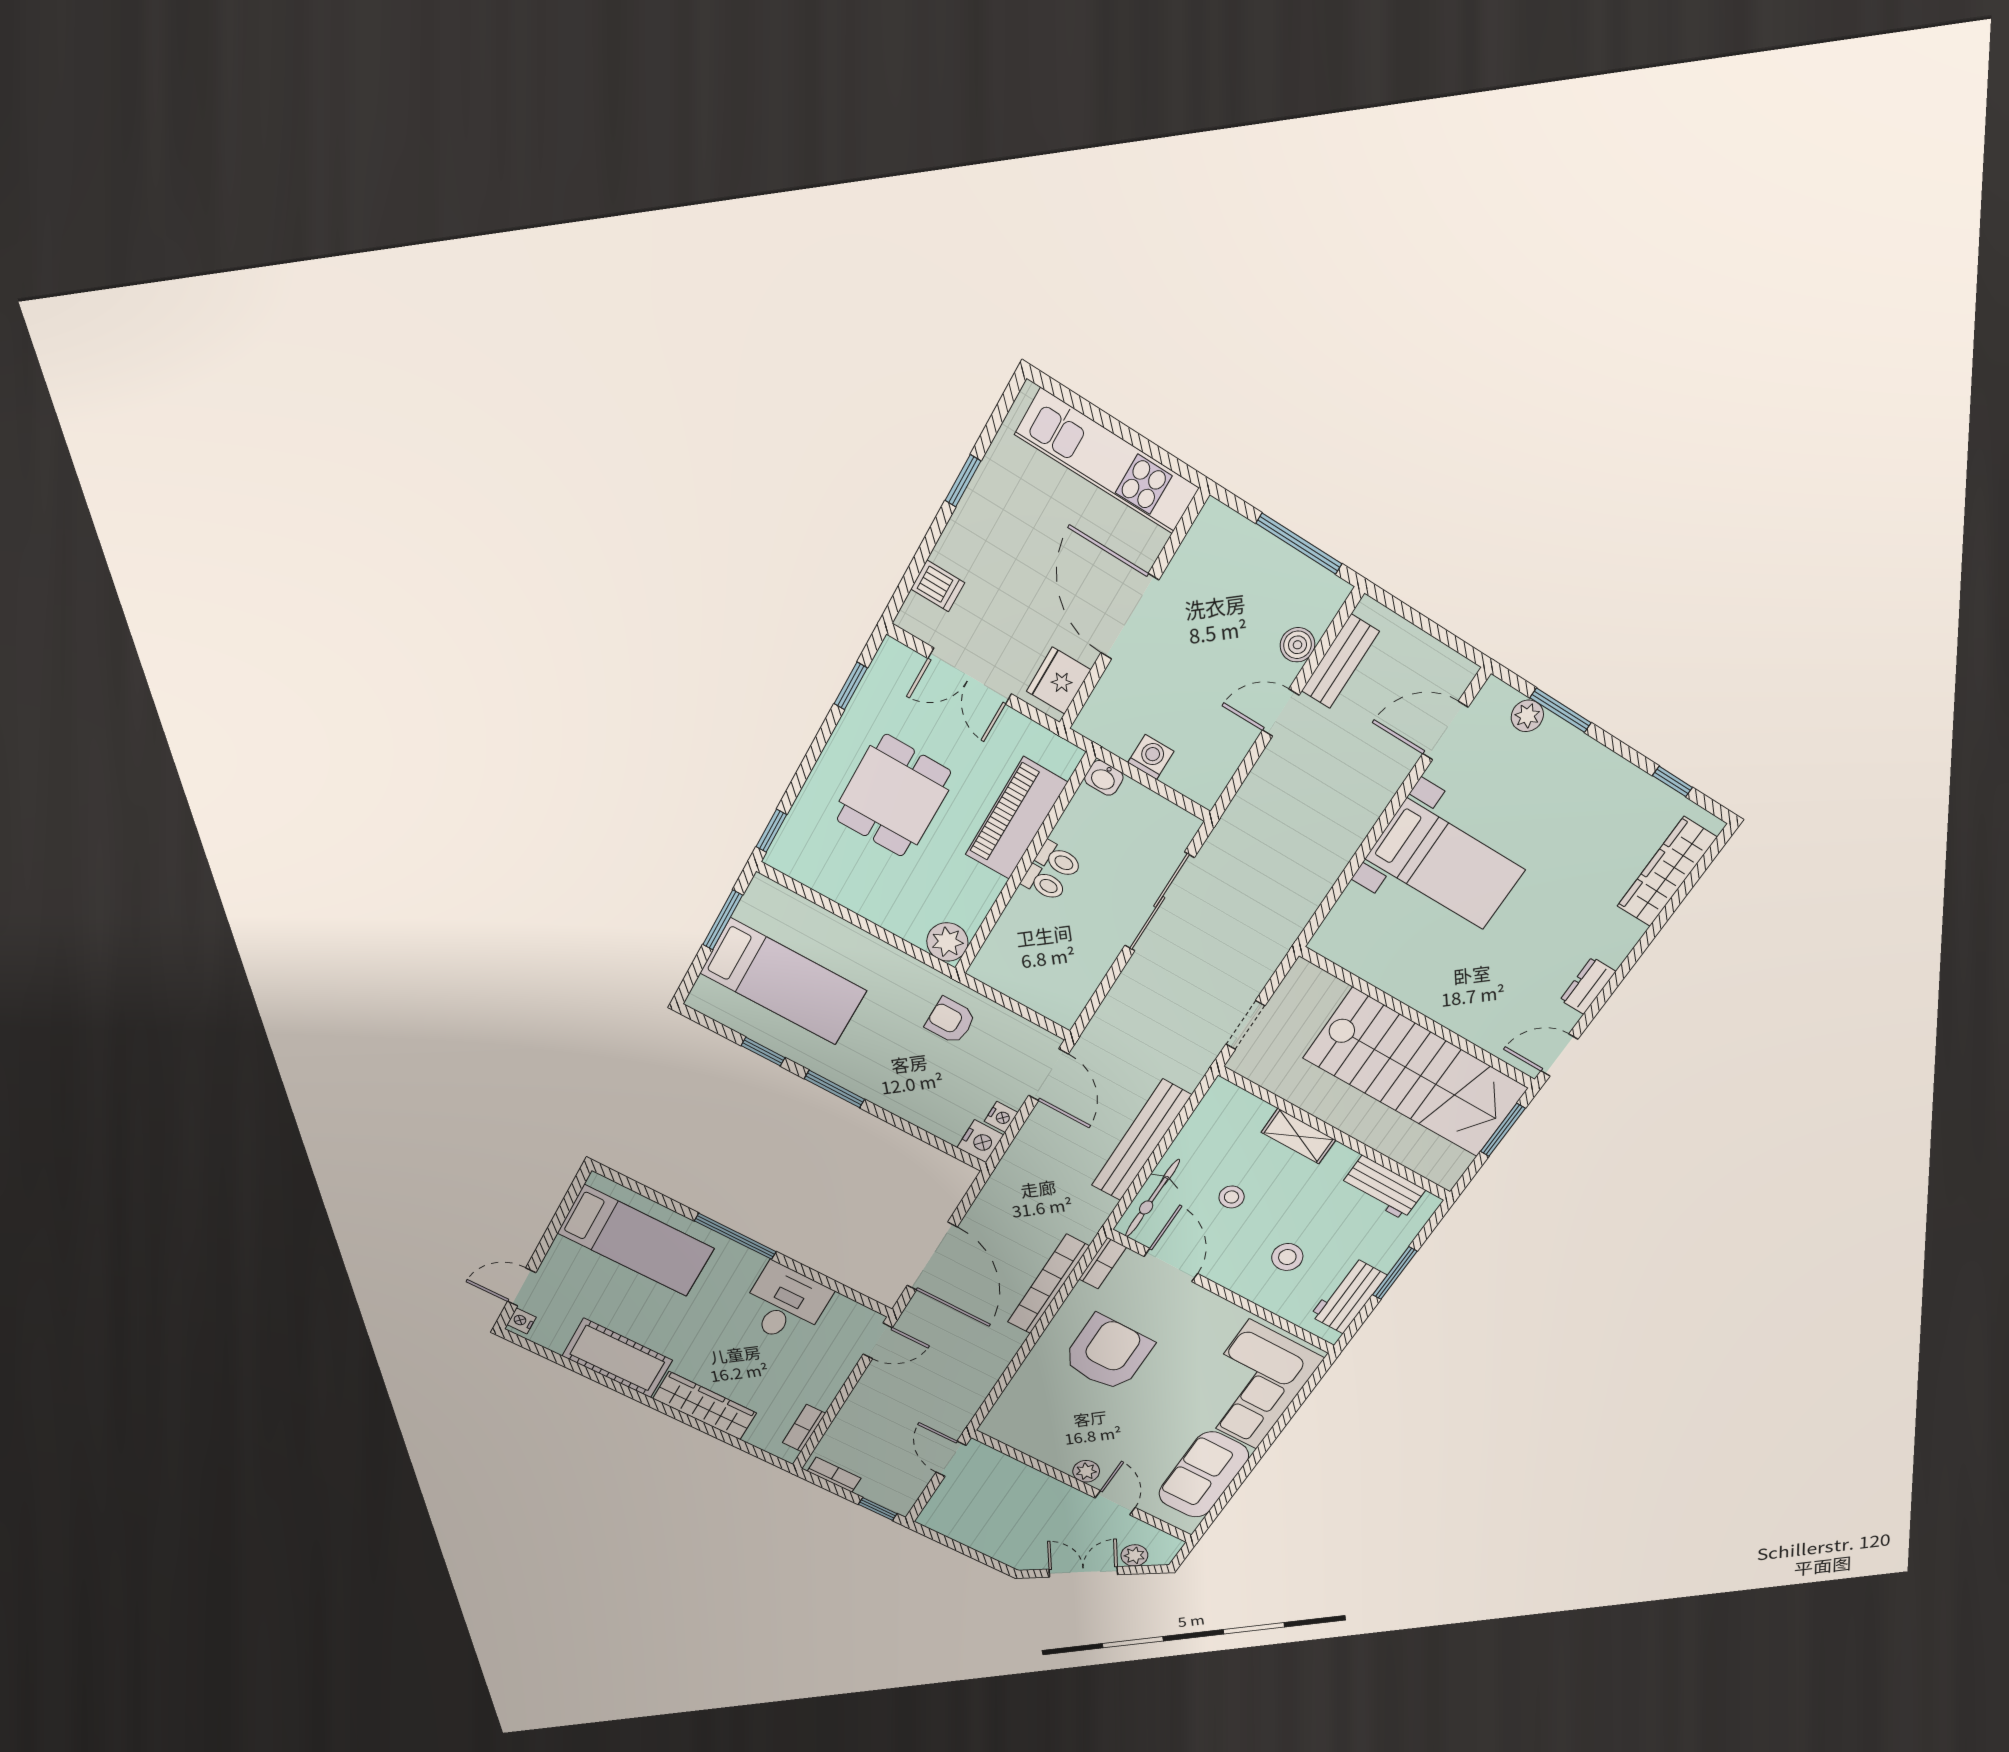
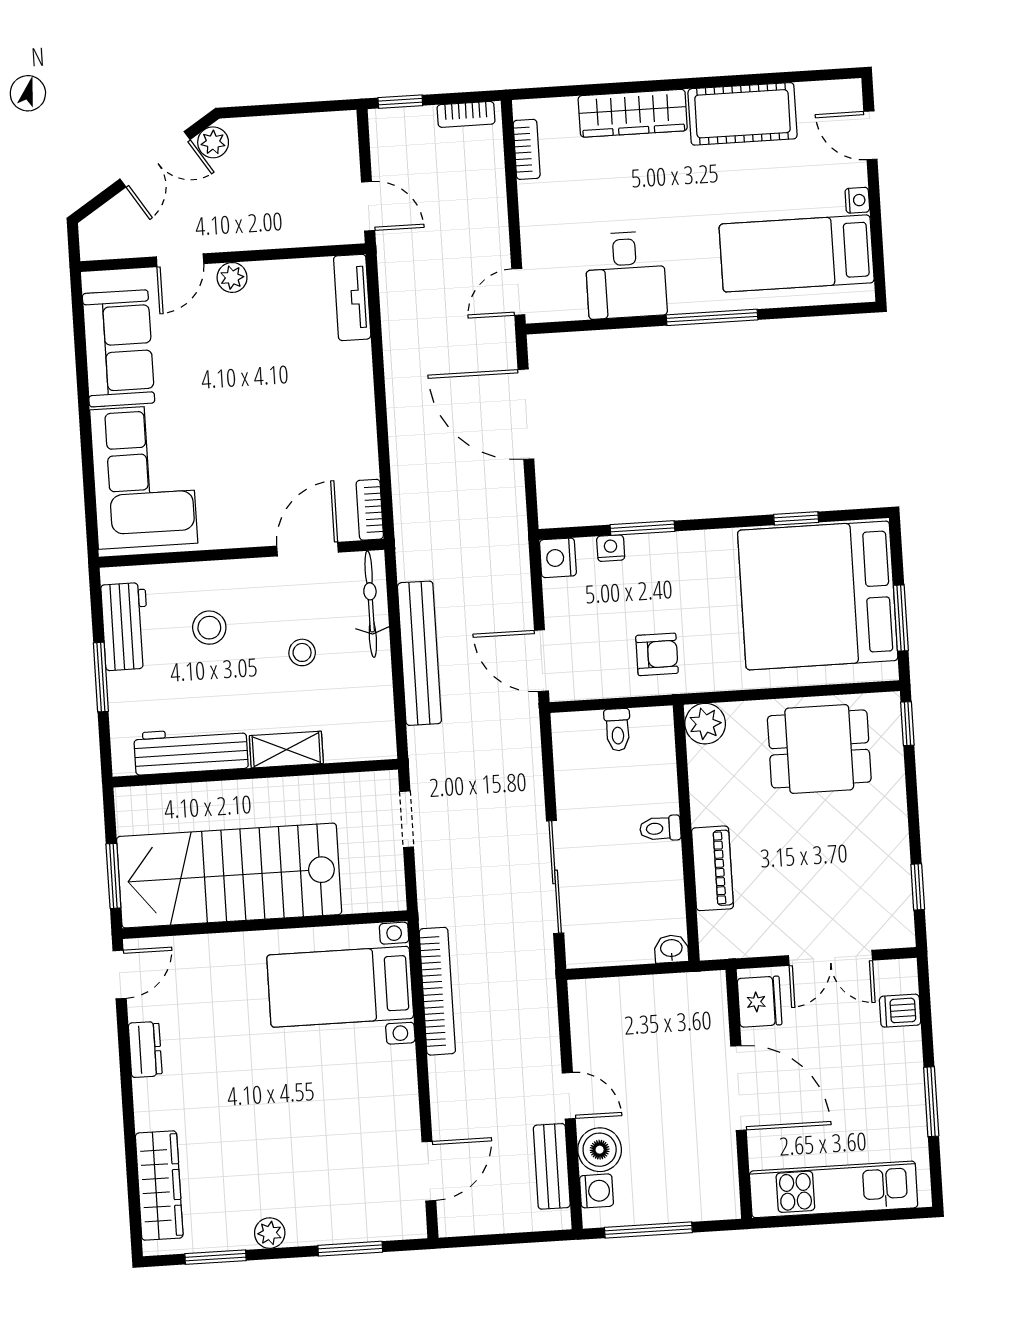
window: (963, 481) -> (931, 1102), width x1.50
boiler: (1298, 645) -> (600, 1150), width x1.36, depth x1.36
double door: (970, 676) -> (830, 958), swing flipped
door: (1281, 713) -> (569, 1096), hinge flipped
plant: (1527, 716) -> (270, 1233), moved
washing machine: (1151, 757) -> (596, 1191), moved, turned -90
window: (1673, 782) -> (216, 1257), width x1.50
dining table: (894, 796) -> (819, 749), moved, turned 90
piano: (1016, 818) -> (713, 868), width x0.73, depth x0.75
toilet: (1059, 860) -> (618, 730), moved, turned -90
bed with nightstands: (1445, 864) -> (340, 987), moved
bed: (784, 982) -> (818, 595), width x2.04
window: (834, 1089) -> (642, 528), moved
nightstand: (1001, 1117) -> (611, 548), moved, turned 90
workbench: (1383, 1188) -> (191, 751), width x1.38
door: (1171, 1265) -> (307, 549), swing flipped
bookcase: (1048, 1284) -> (437, 991), moved
door: (522, 1287) -> (870, 135), swing flipped
nightstand: (522, 1321) -> (857, 200), moved
armchair: (1108, 1353) -> (301, 420), removed
tv unit: (1007, 1409) -> (352, 297), added
door: (1115, 1503) -> (180, 260), hinge flipped
plant: (1134, 1555) -> (213, 142), moved

